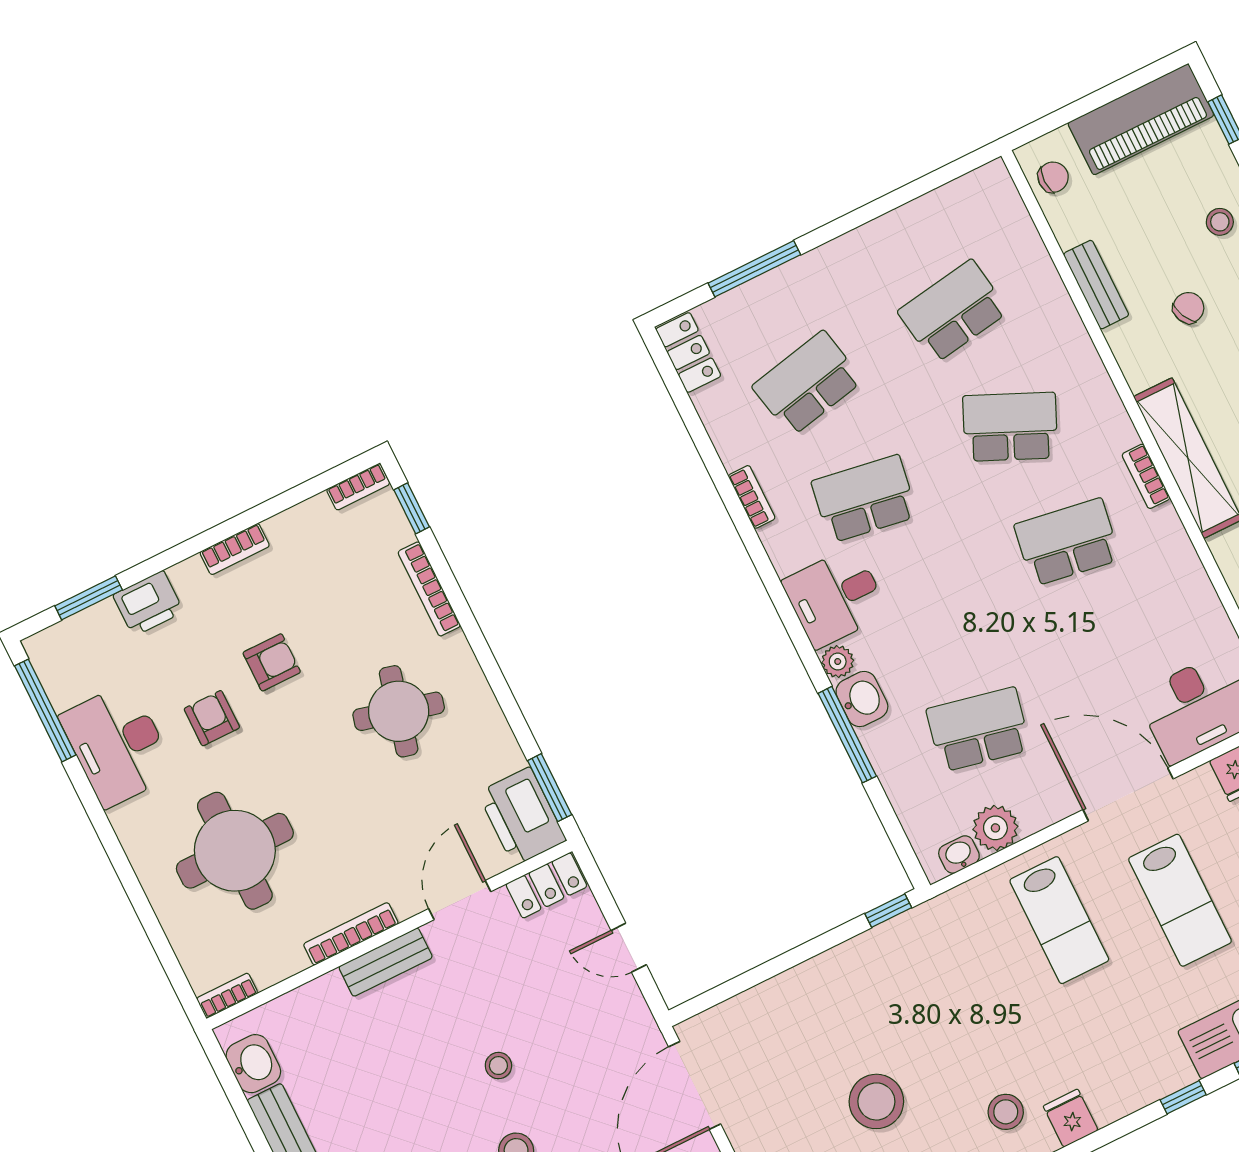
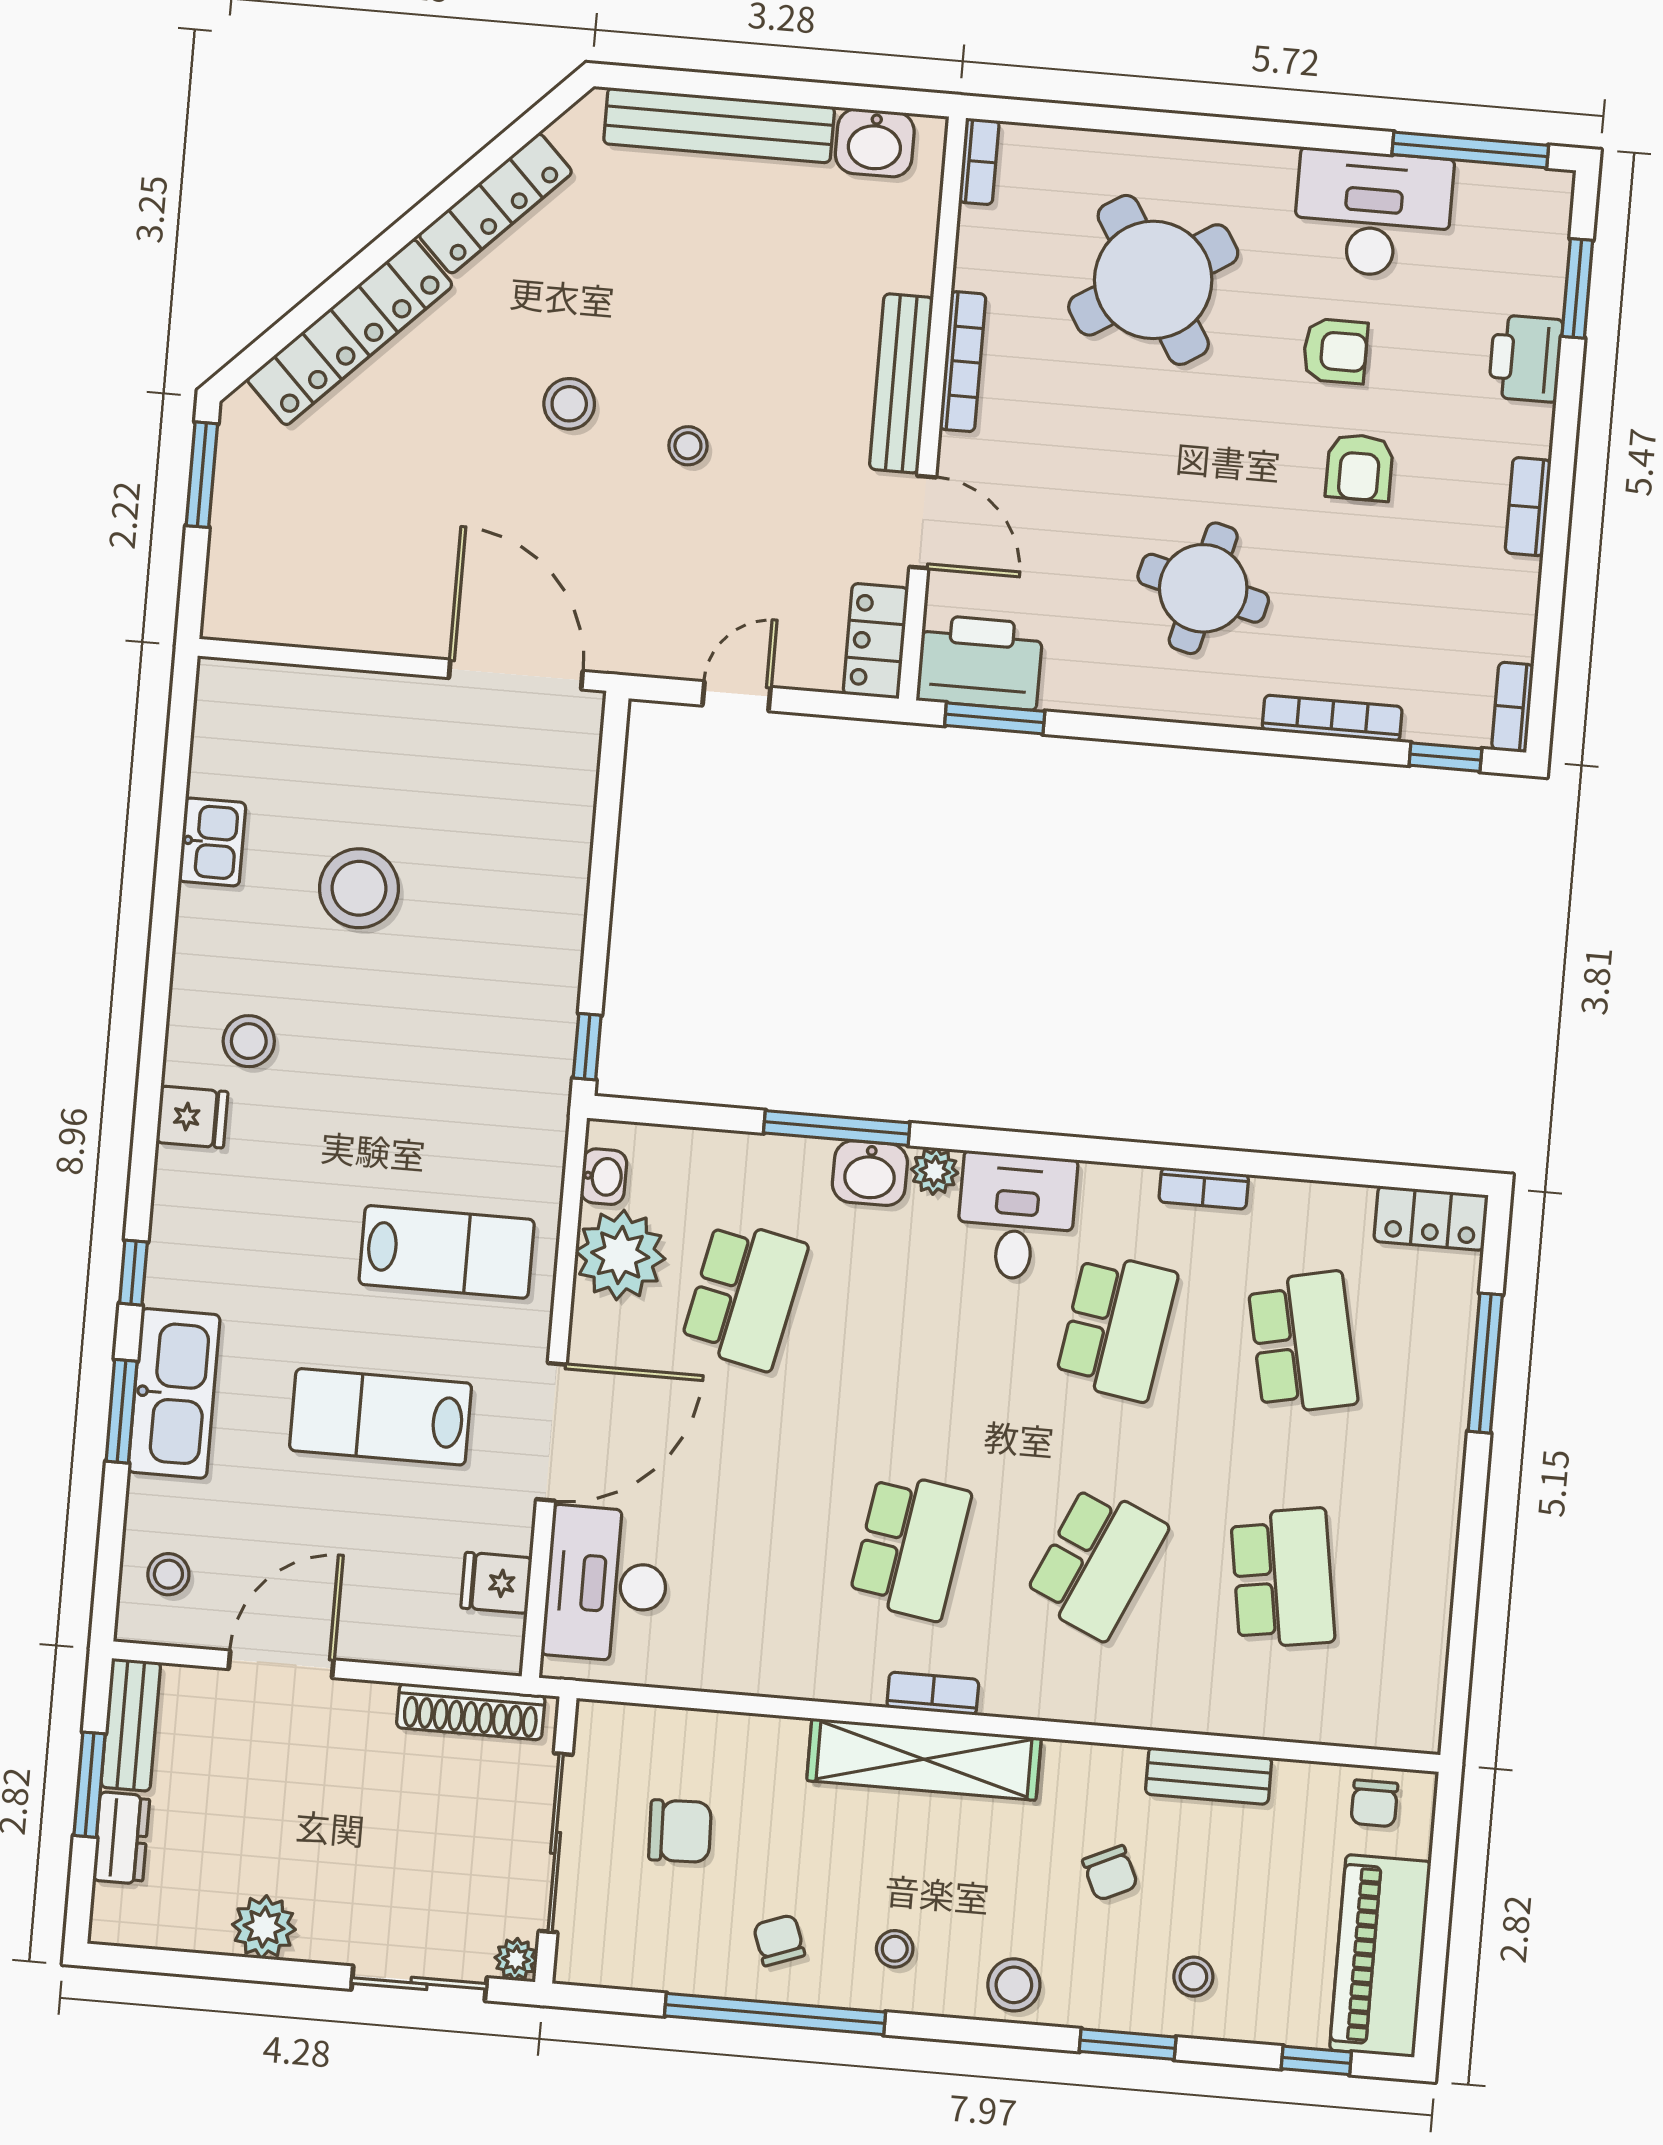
plant: (995, 828) -> (620, 1255), width x1.36, depth x1.36
round table: (235, 851) -> (1153, 280), turned -32
lab bench: (1059, 920) -> (447, 1252), turned 180
bench: (386, 962) -> (901, 383), width x1.36

